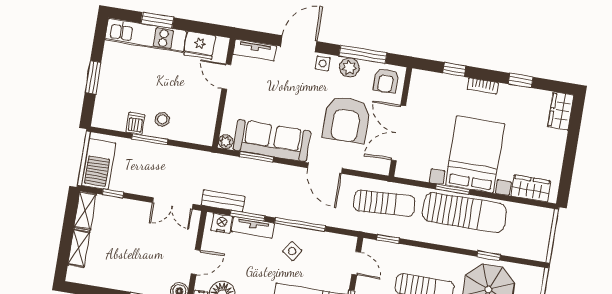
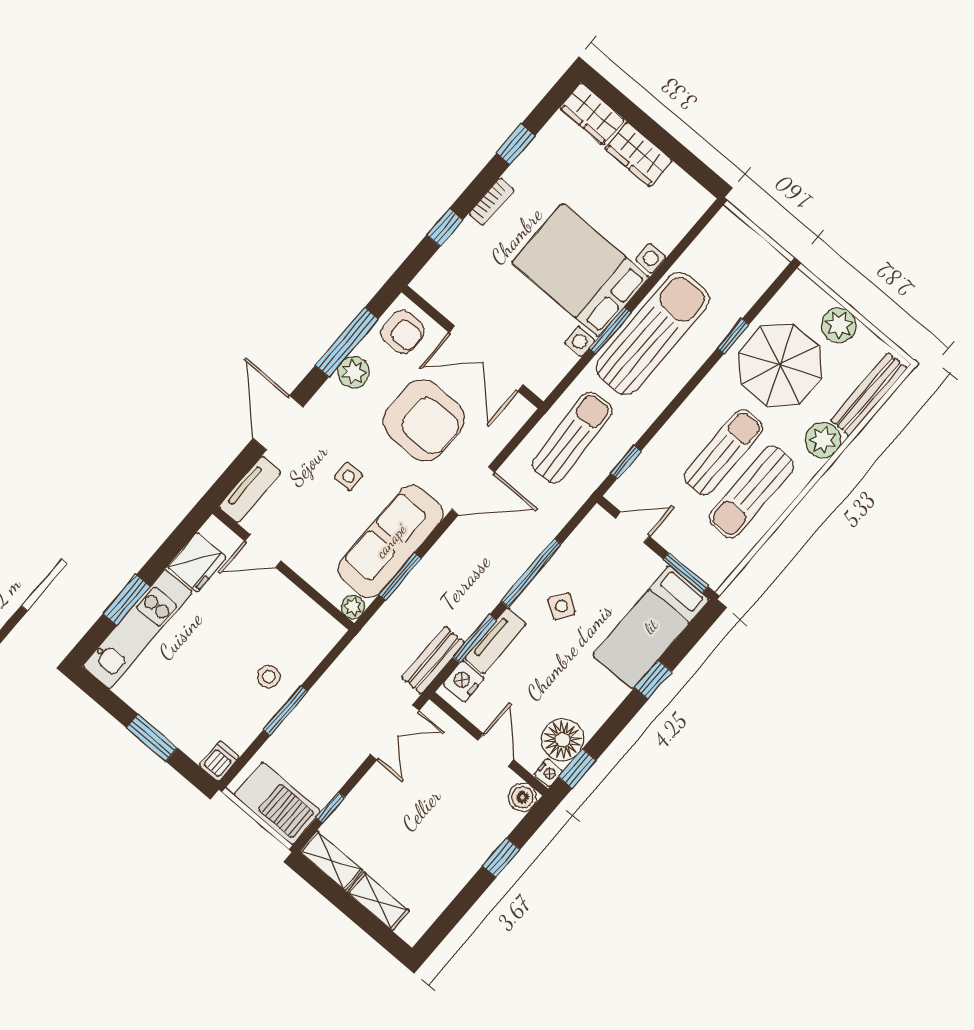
side table: (323, 63) -> (349, 476), moved
dishwasher: (135, 123) -> (219, 761), moved, turned 90
wardrobe: (531, 188) -> (639, 154), moved, turned -90

